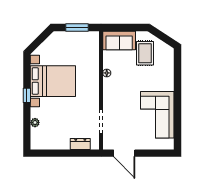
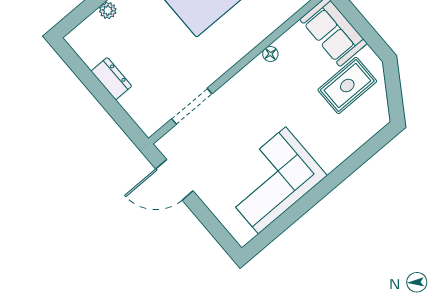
dresser: (80, 144) -> (111, 79), moved
door: (124, 153) -> (174, 180), hinge flipped

